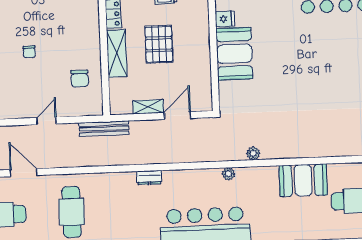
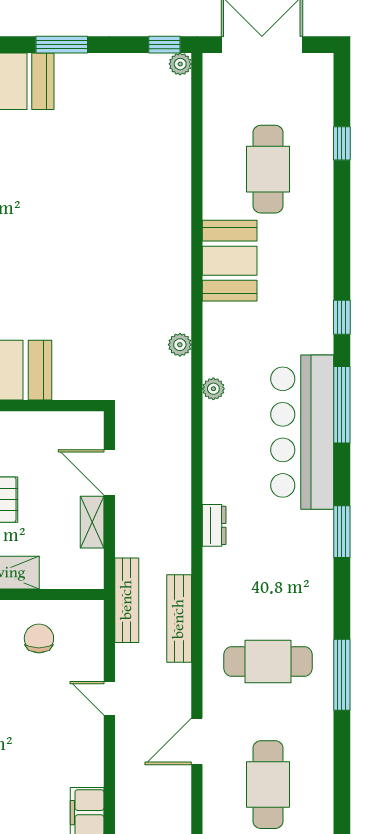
chair: (80, 79) -> (39, 638), turned -90
bench: (94, 159) -> (179, 619), added

